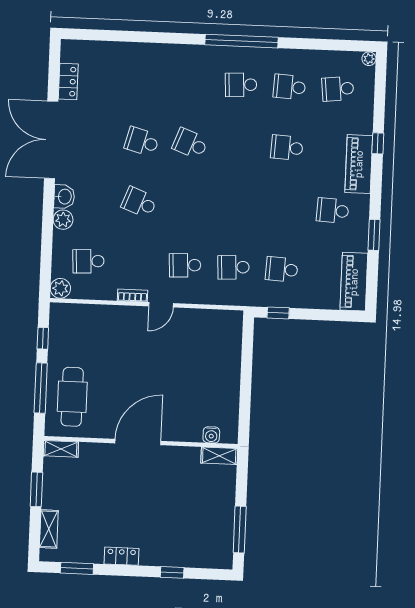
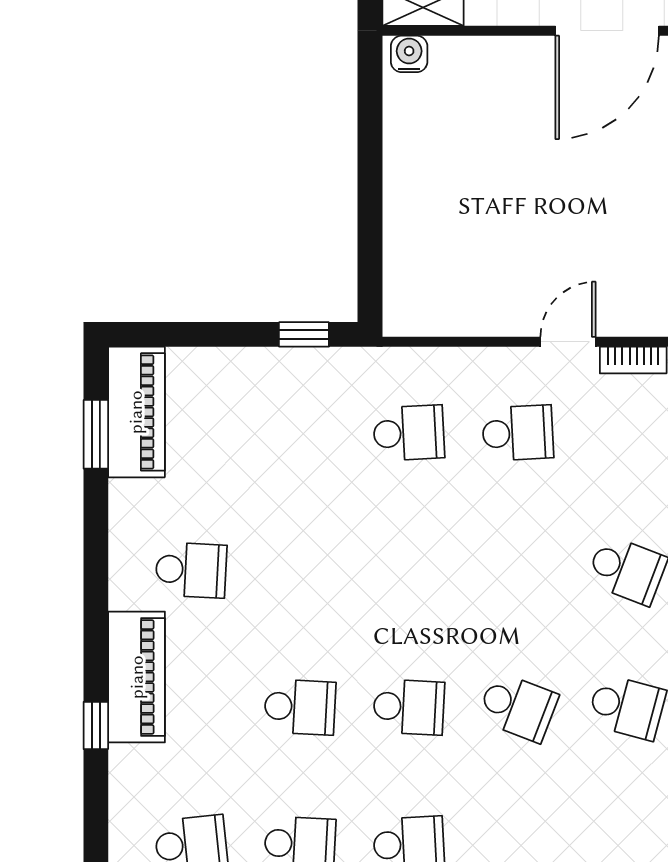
window: (374, 235) -> (96, 434), moved
school desk: (282, 269) -> (409, 707), moved
water cooler: (211, 435) -> (409, 54), moved

